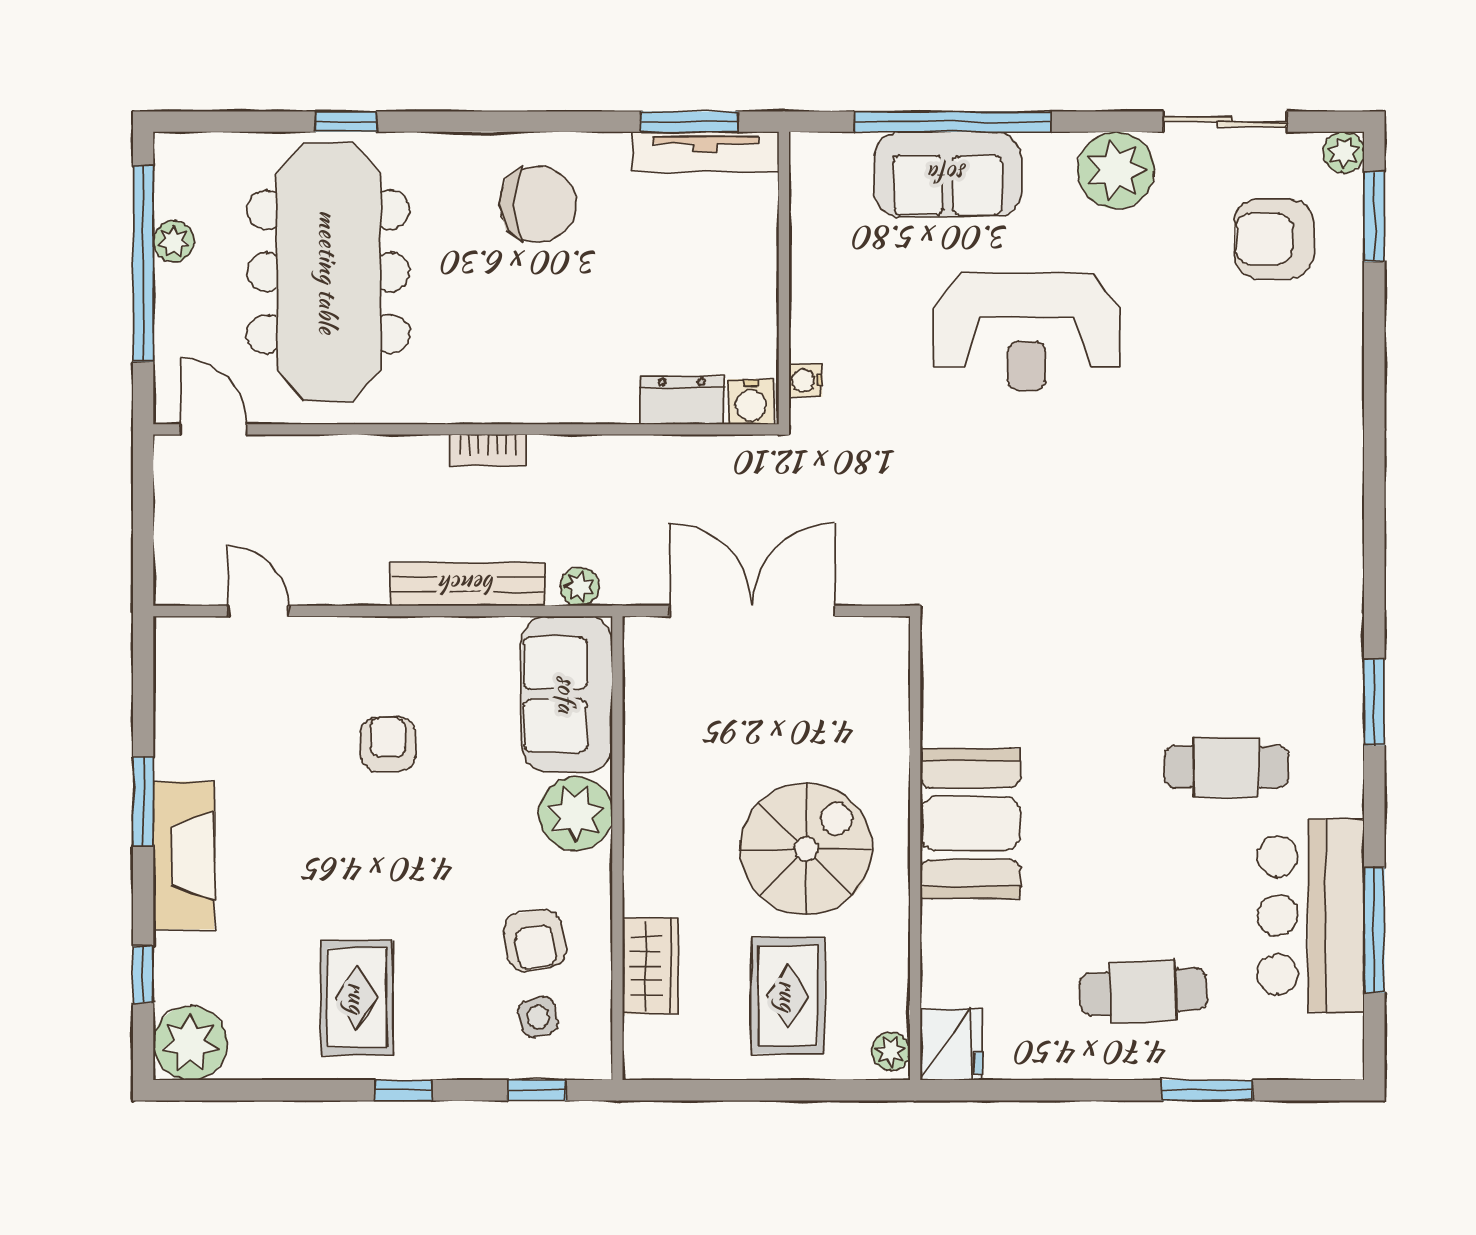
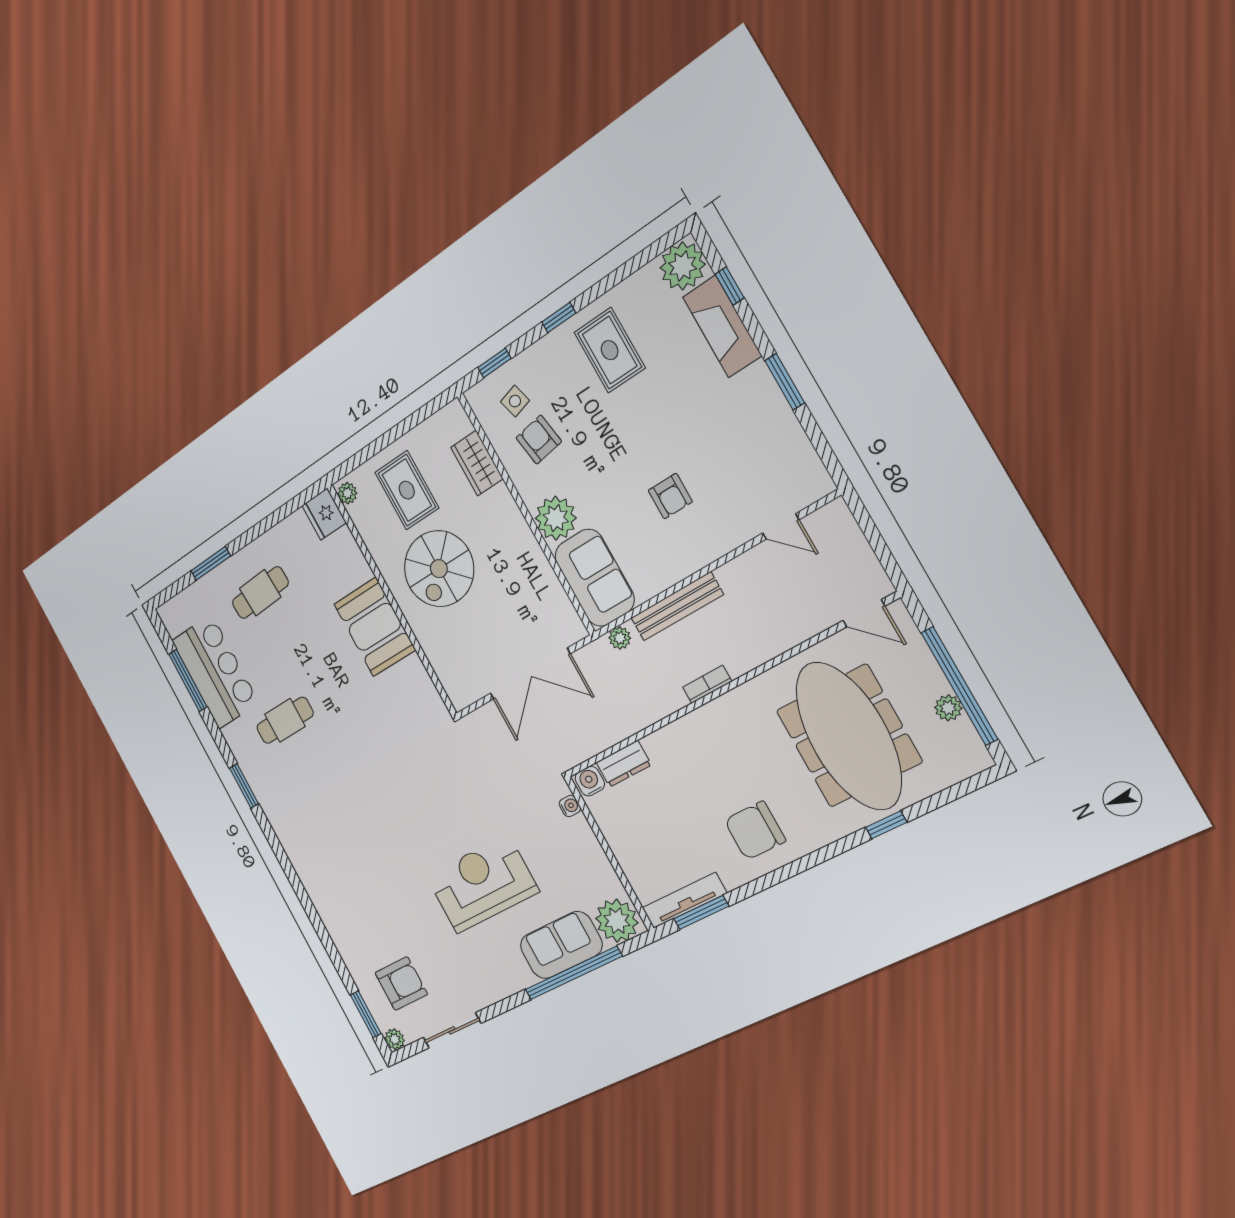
plant: (1116, 170) -> (617, 921), moved
fireplace: (184, 856) -> (722, 326), moved

